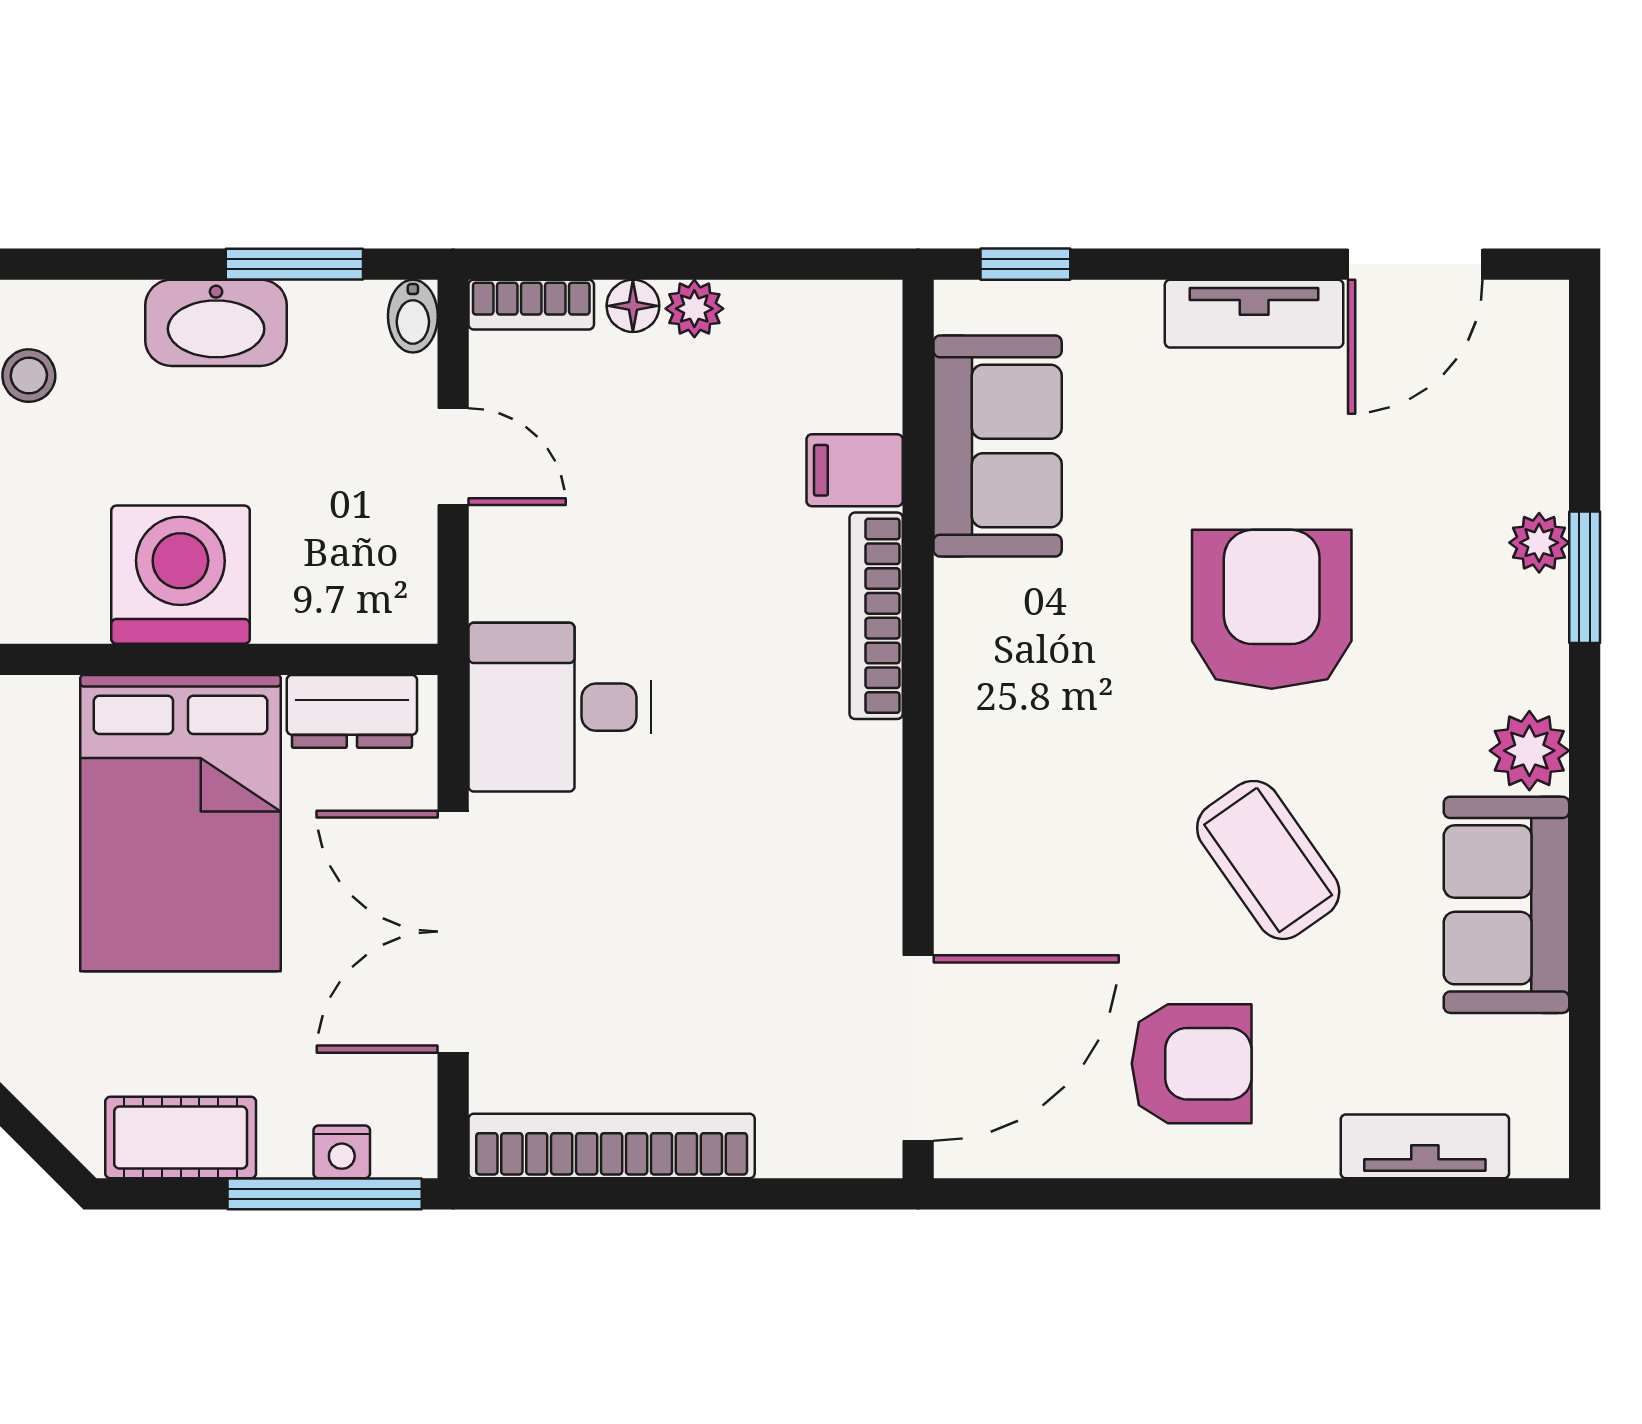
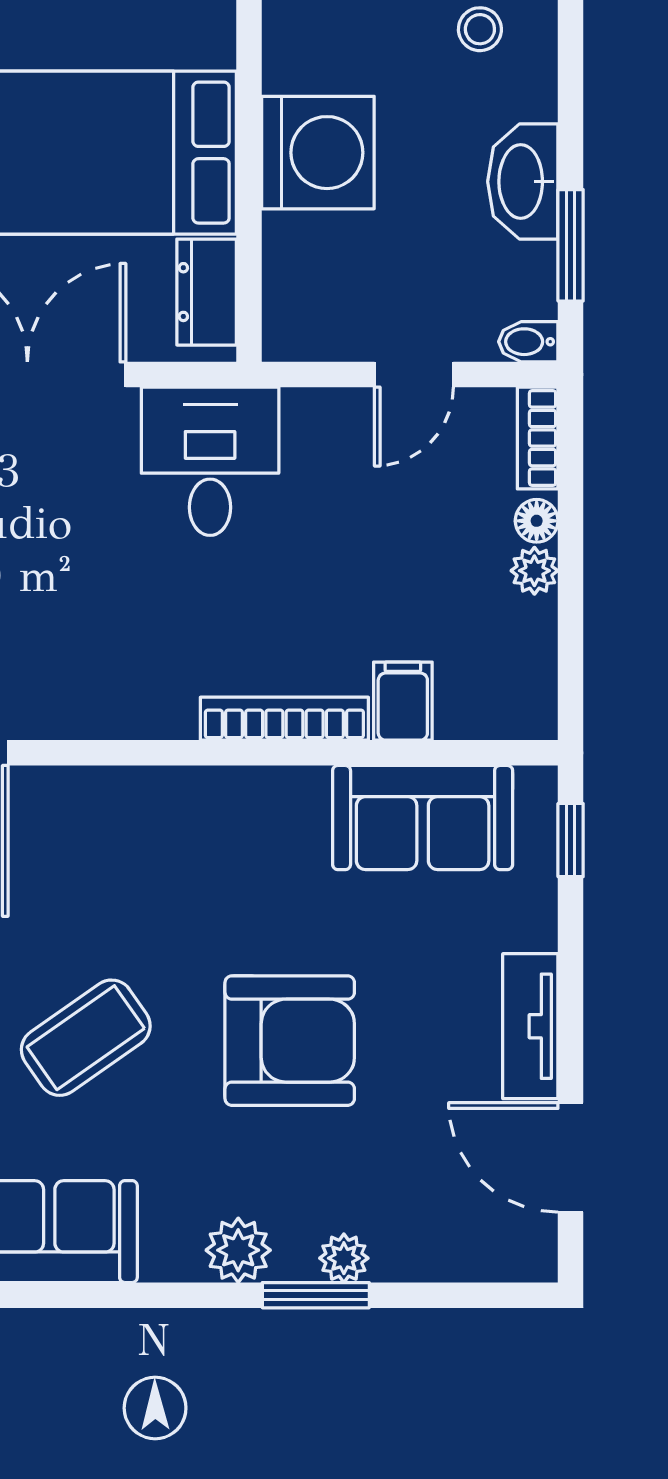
plant: (1529, 751) -> (238, 1250), moved

